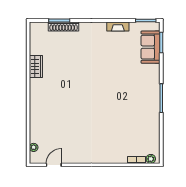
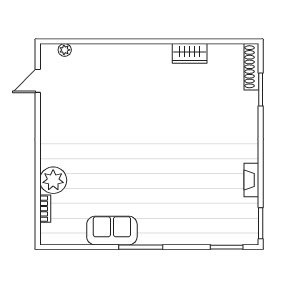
shoe rack: (64, 27) -> (251, 67), moved
sofa: (151, 47) -> (112, 231), moved
plant: (151, 159) -> (53, 180), moved, width x1.88, depth x1.88
door: (54, 165) -> (38, 81), swing flipped

